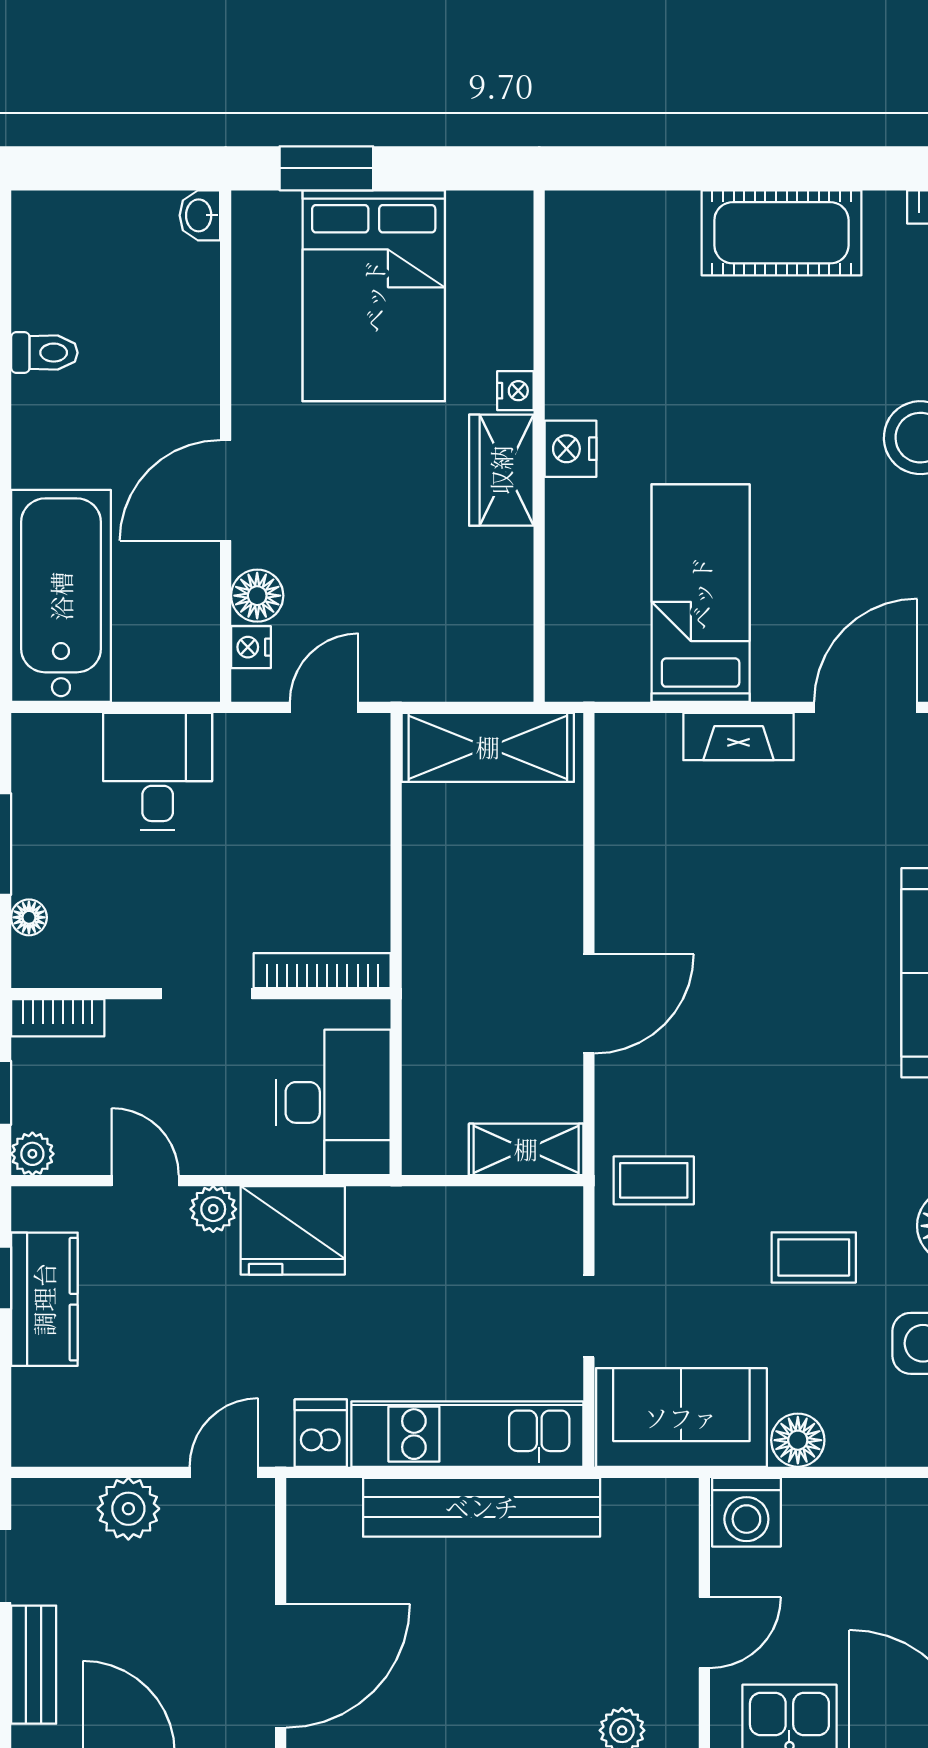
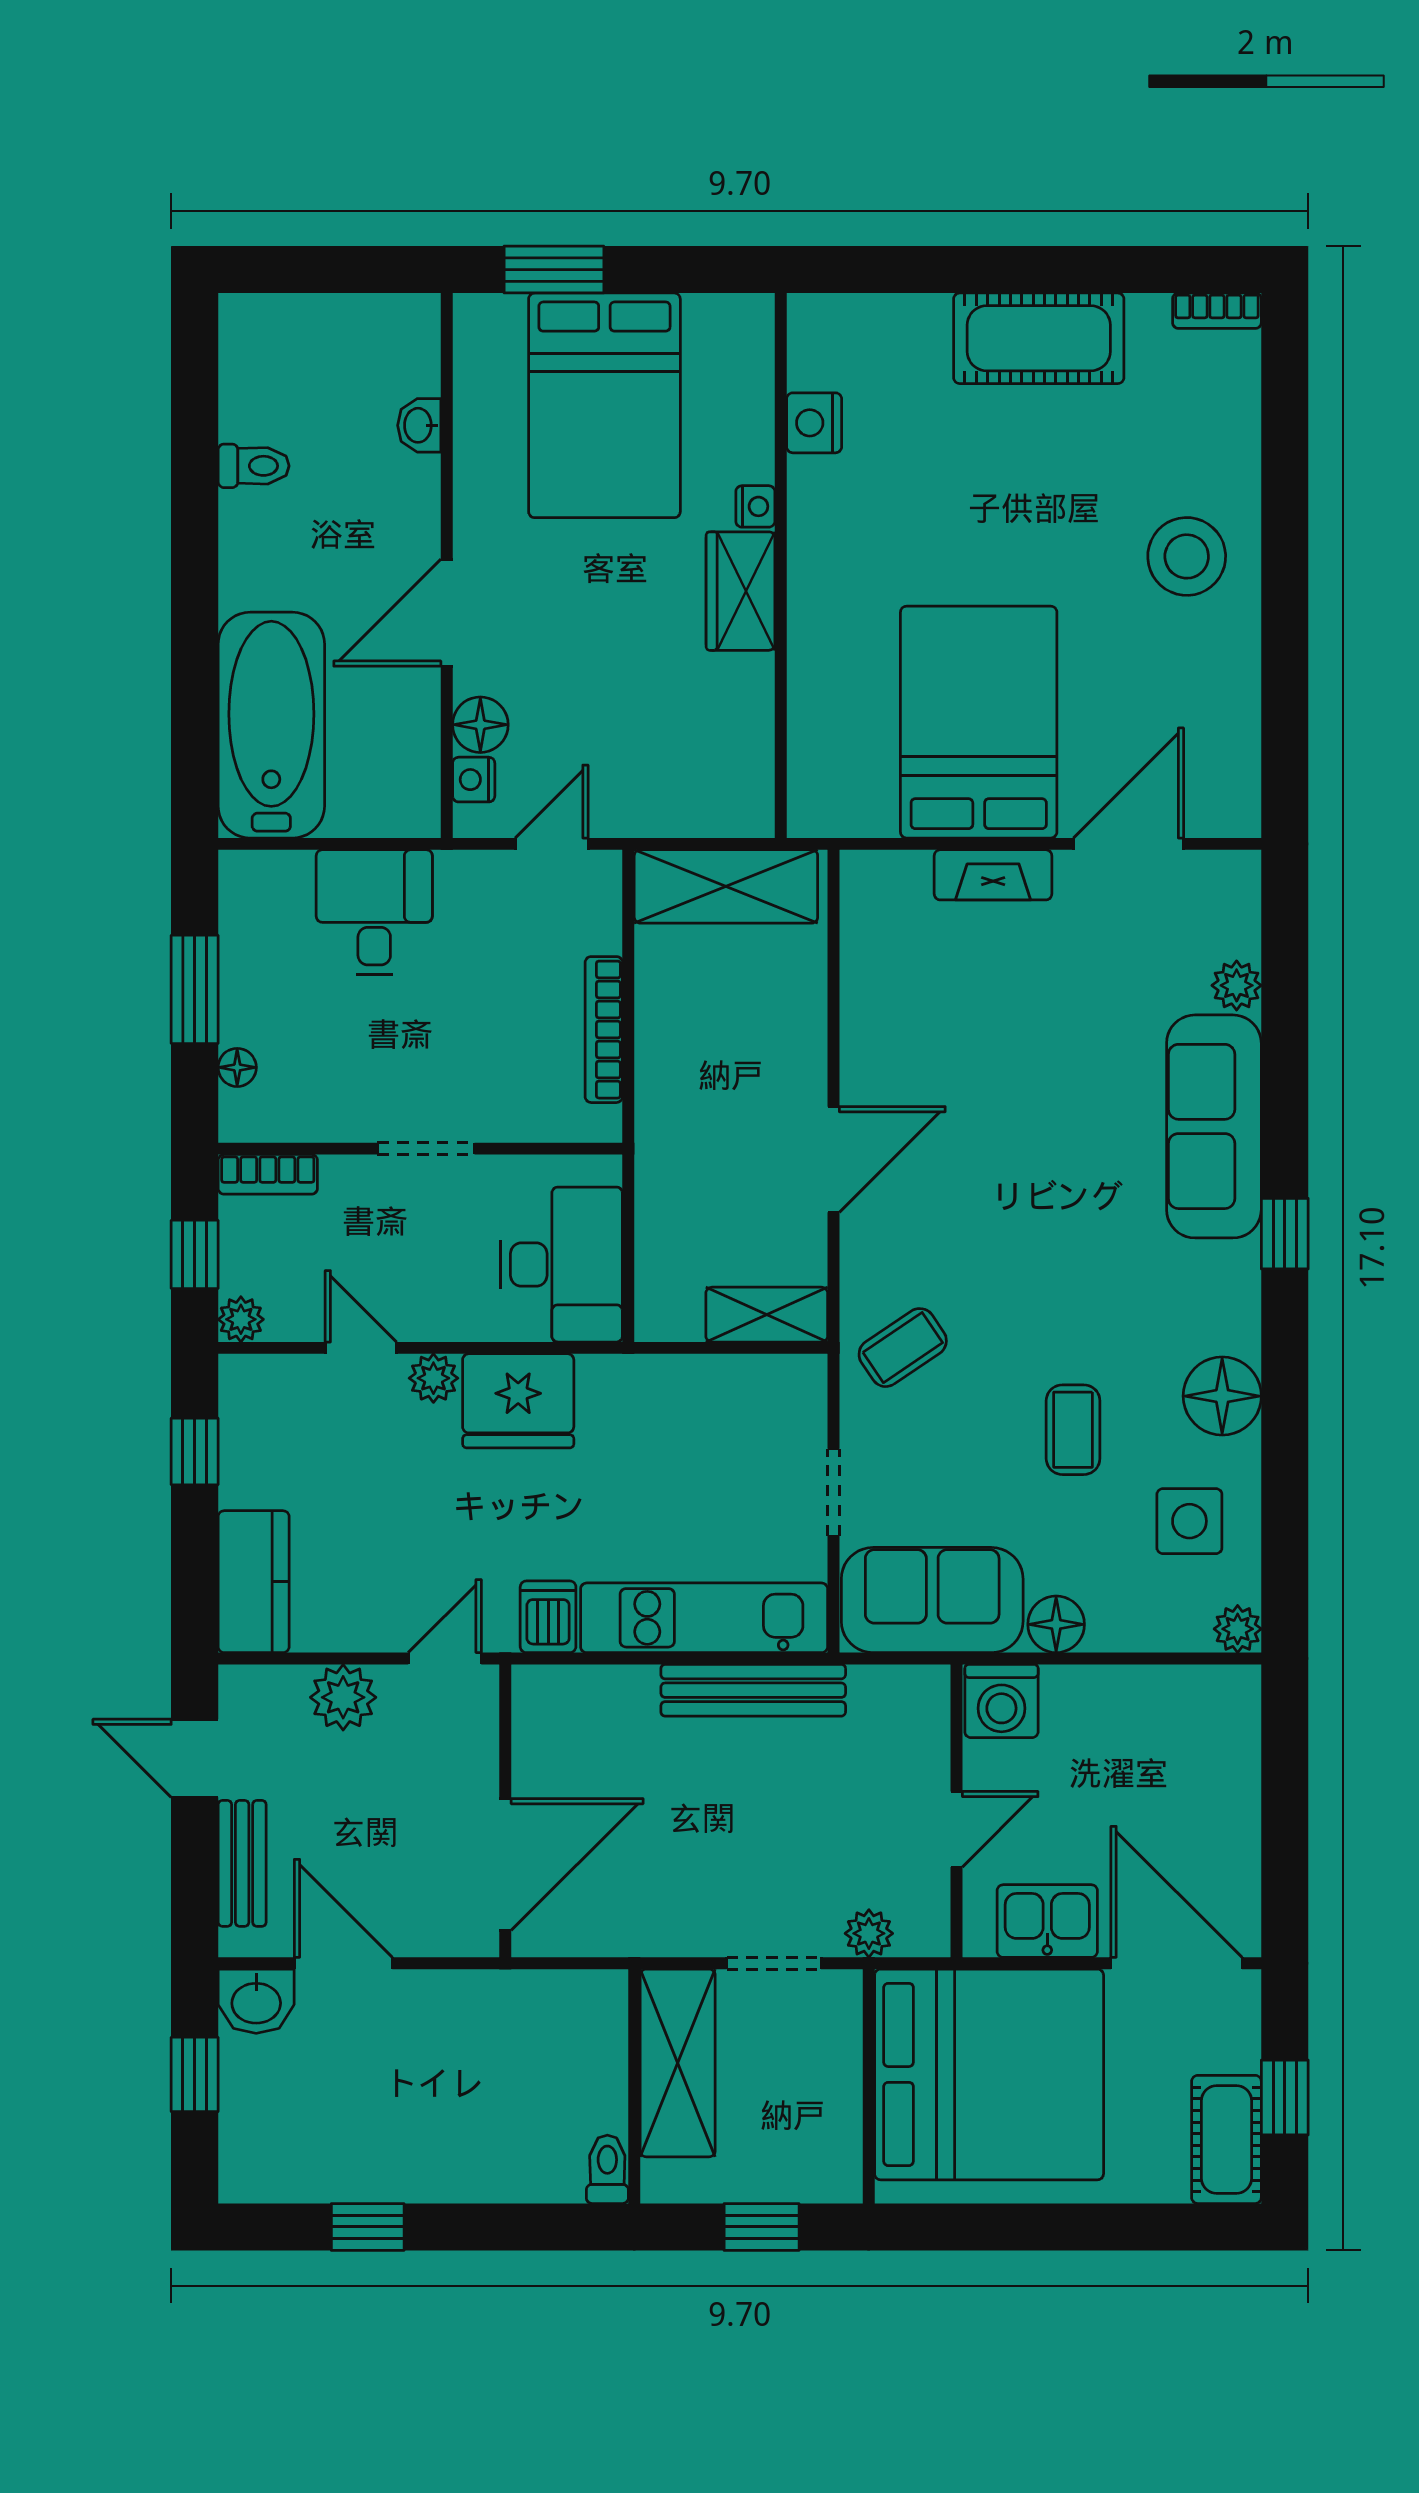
washbasin: (200, 215) -> (419, 425), moved
nightstand: (571, 449) -> (814, 423), moved
bed: (701, 593) -> (979, 722), width x1.50
bookcase: (322, 971) -> (604, 1030), moved, turned -90
coffee table: (654, 1180) -> (903, 1348), turned -34
coffee table: (814, 1257) -> (1073, 1430), turned 90
kitchen counter: (44, 1299) -> (254, 1582), moved
bench: (482, 1507) -> (753, 1690), width x0.73, depth x0.82

